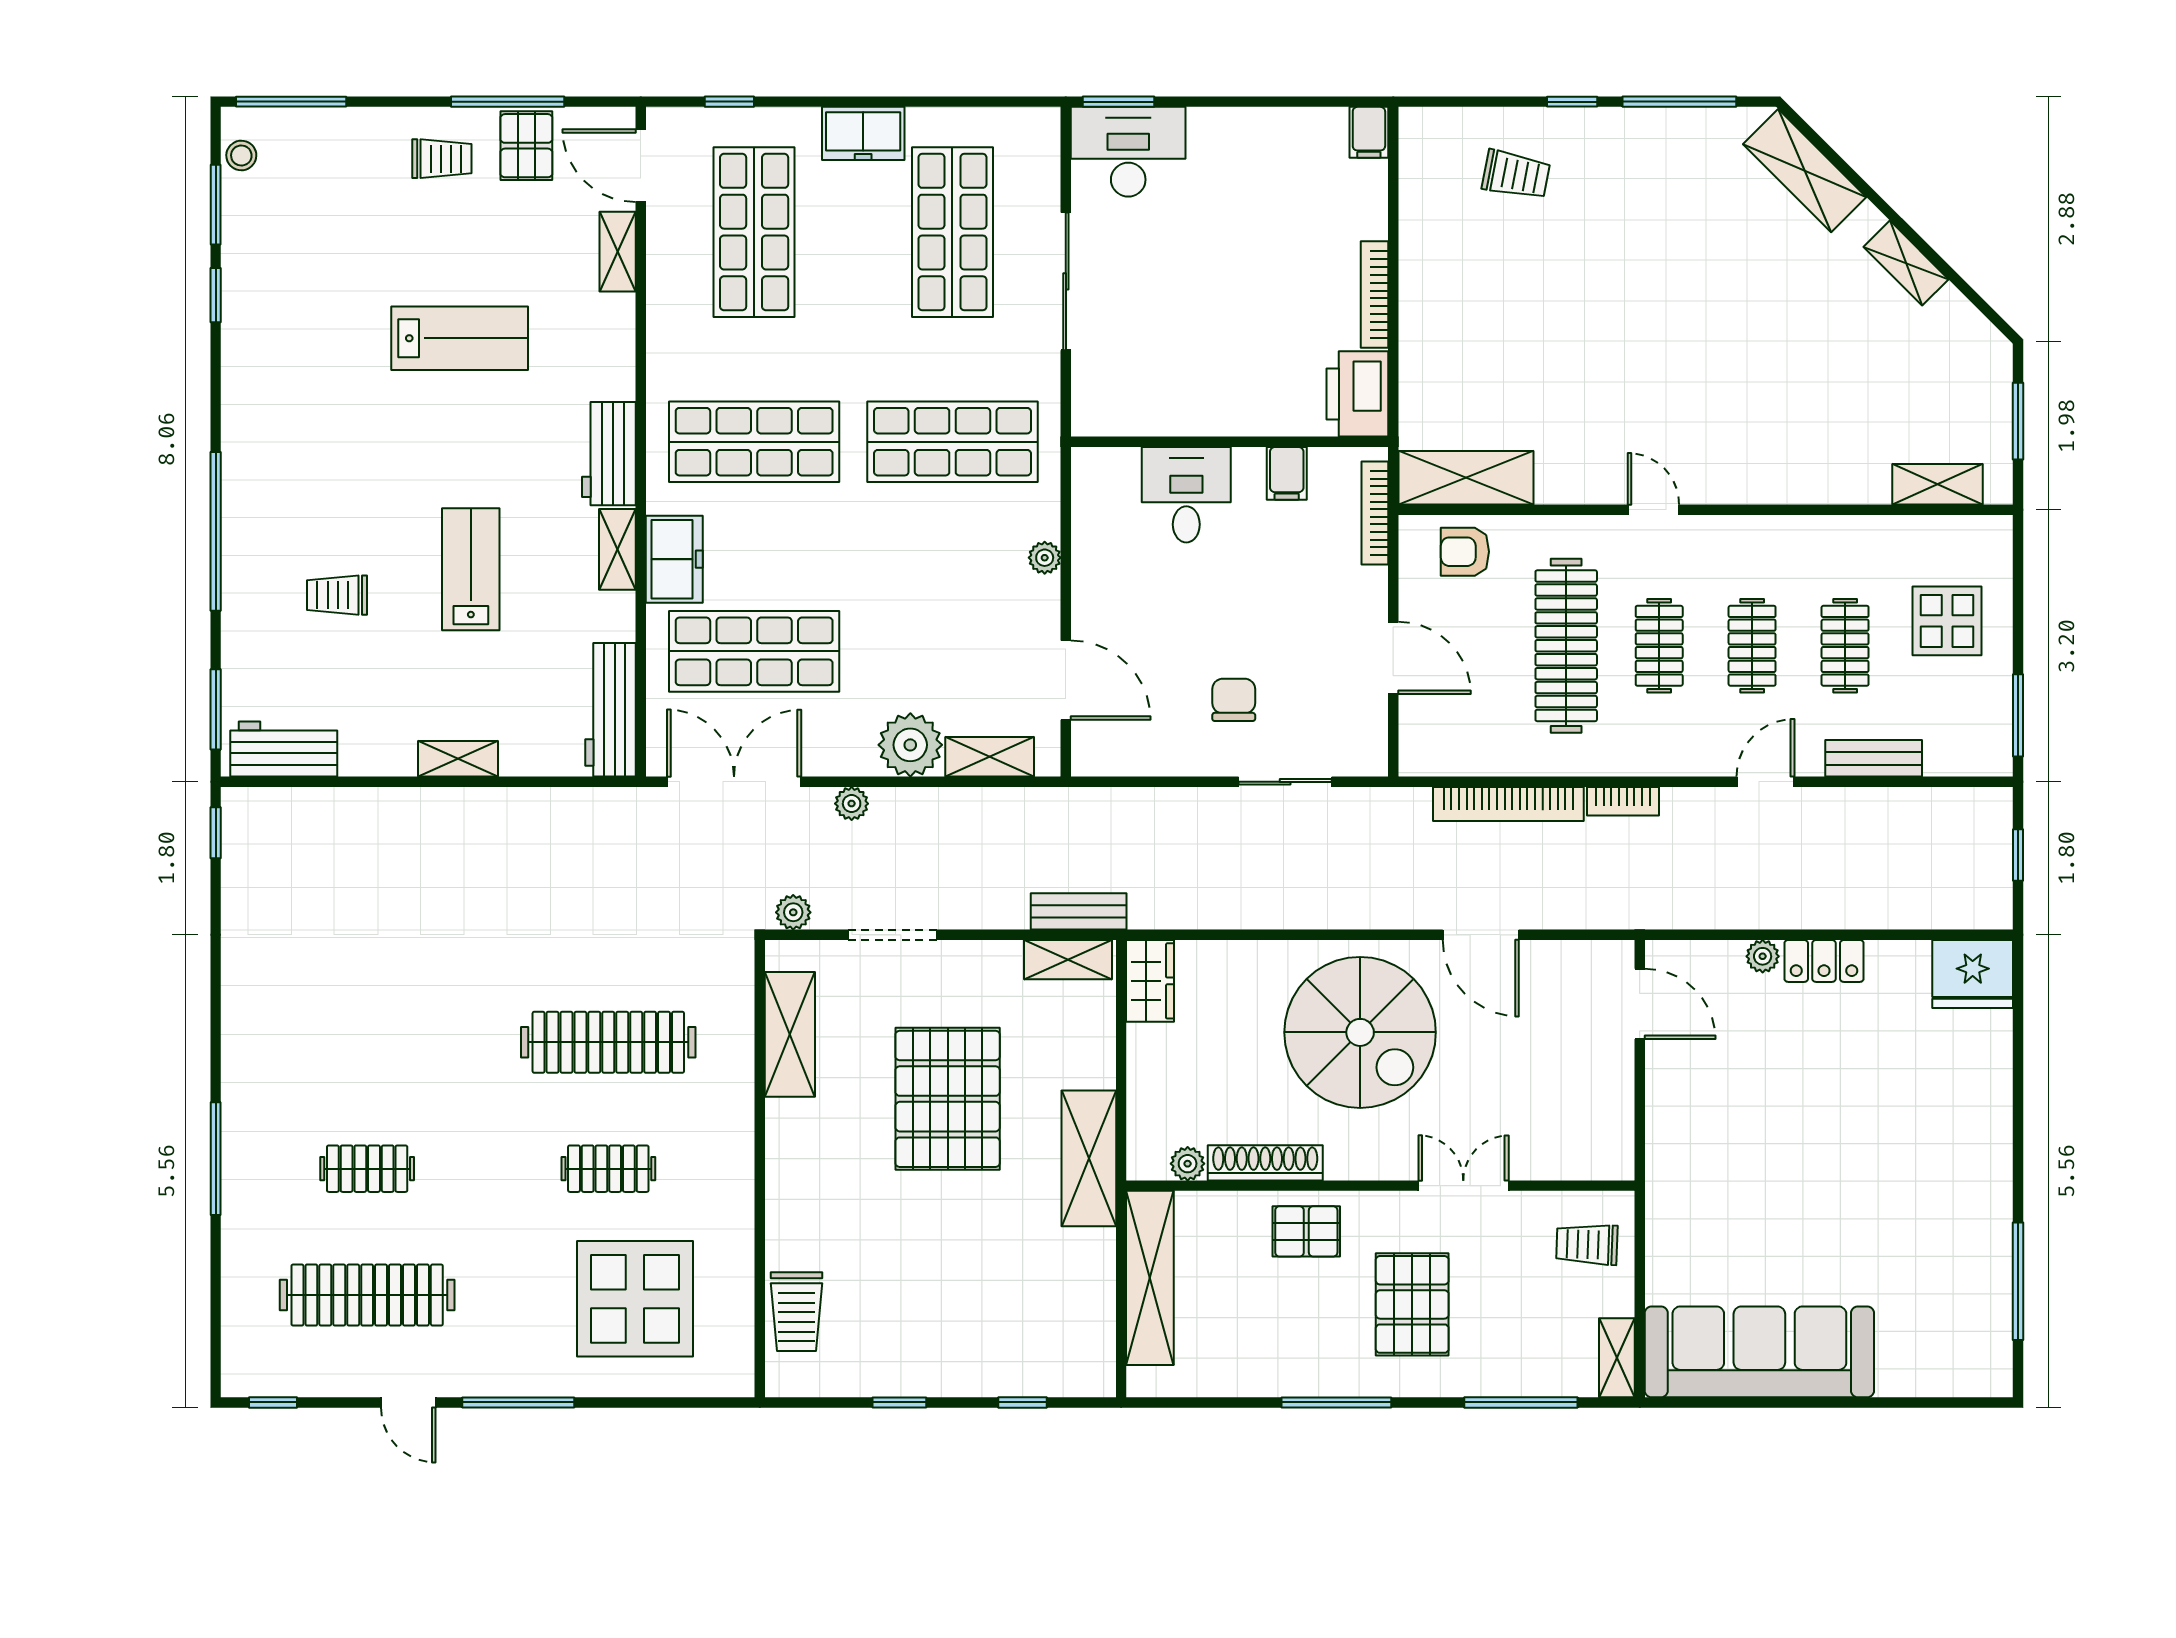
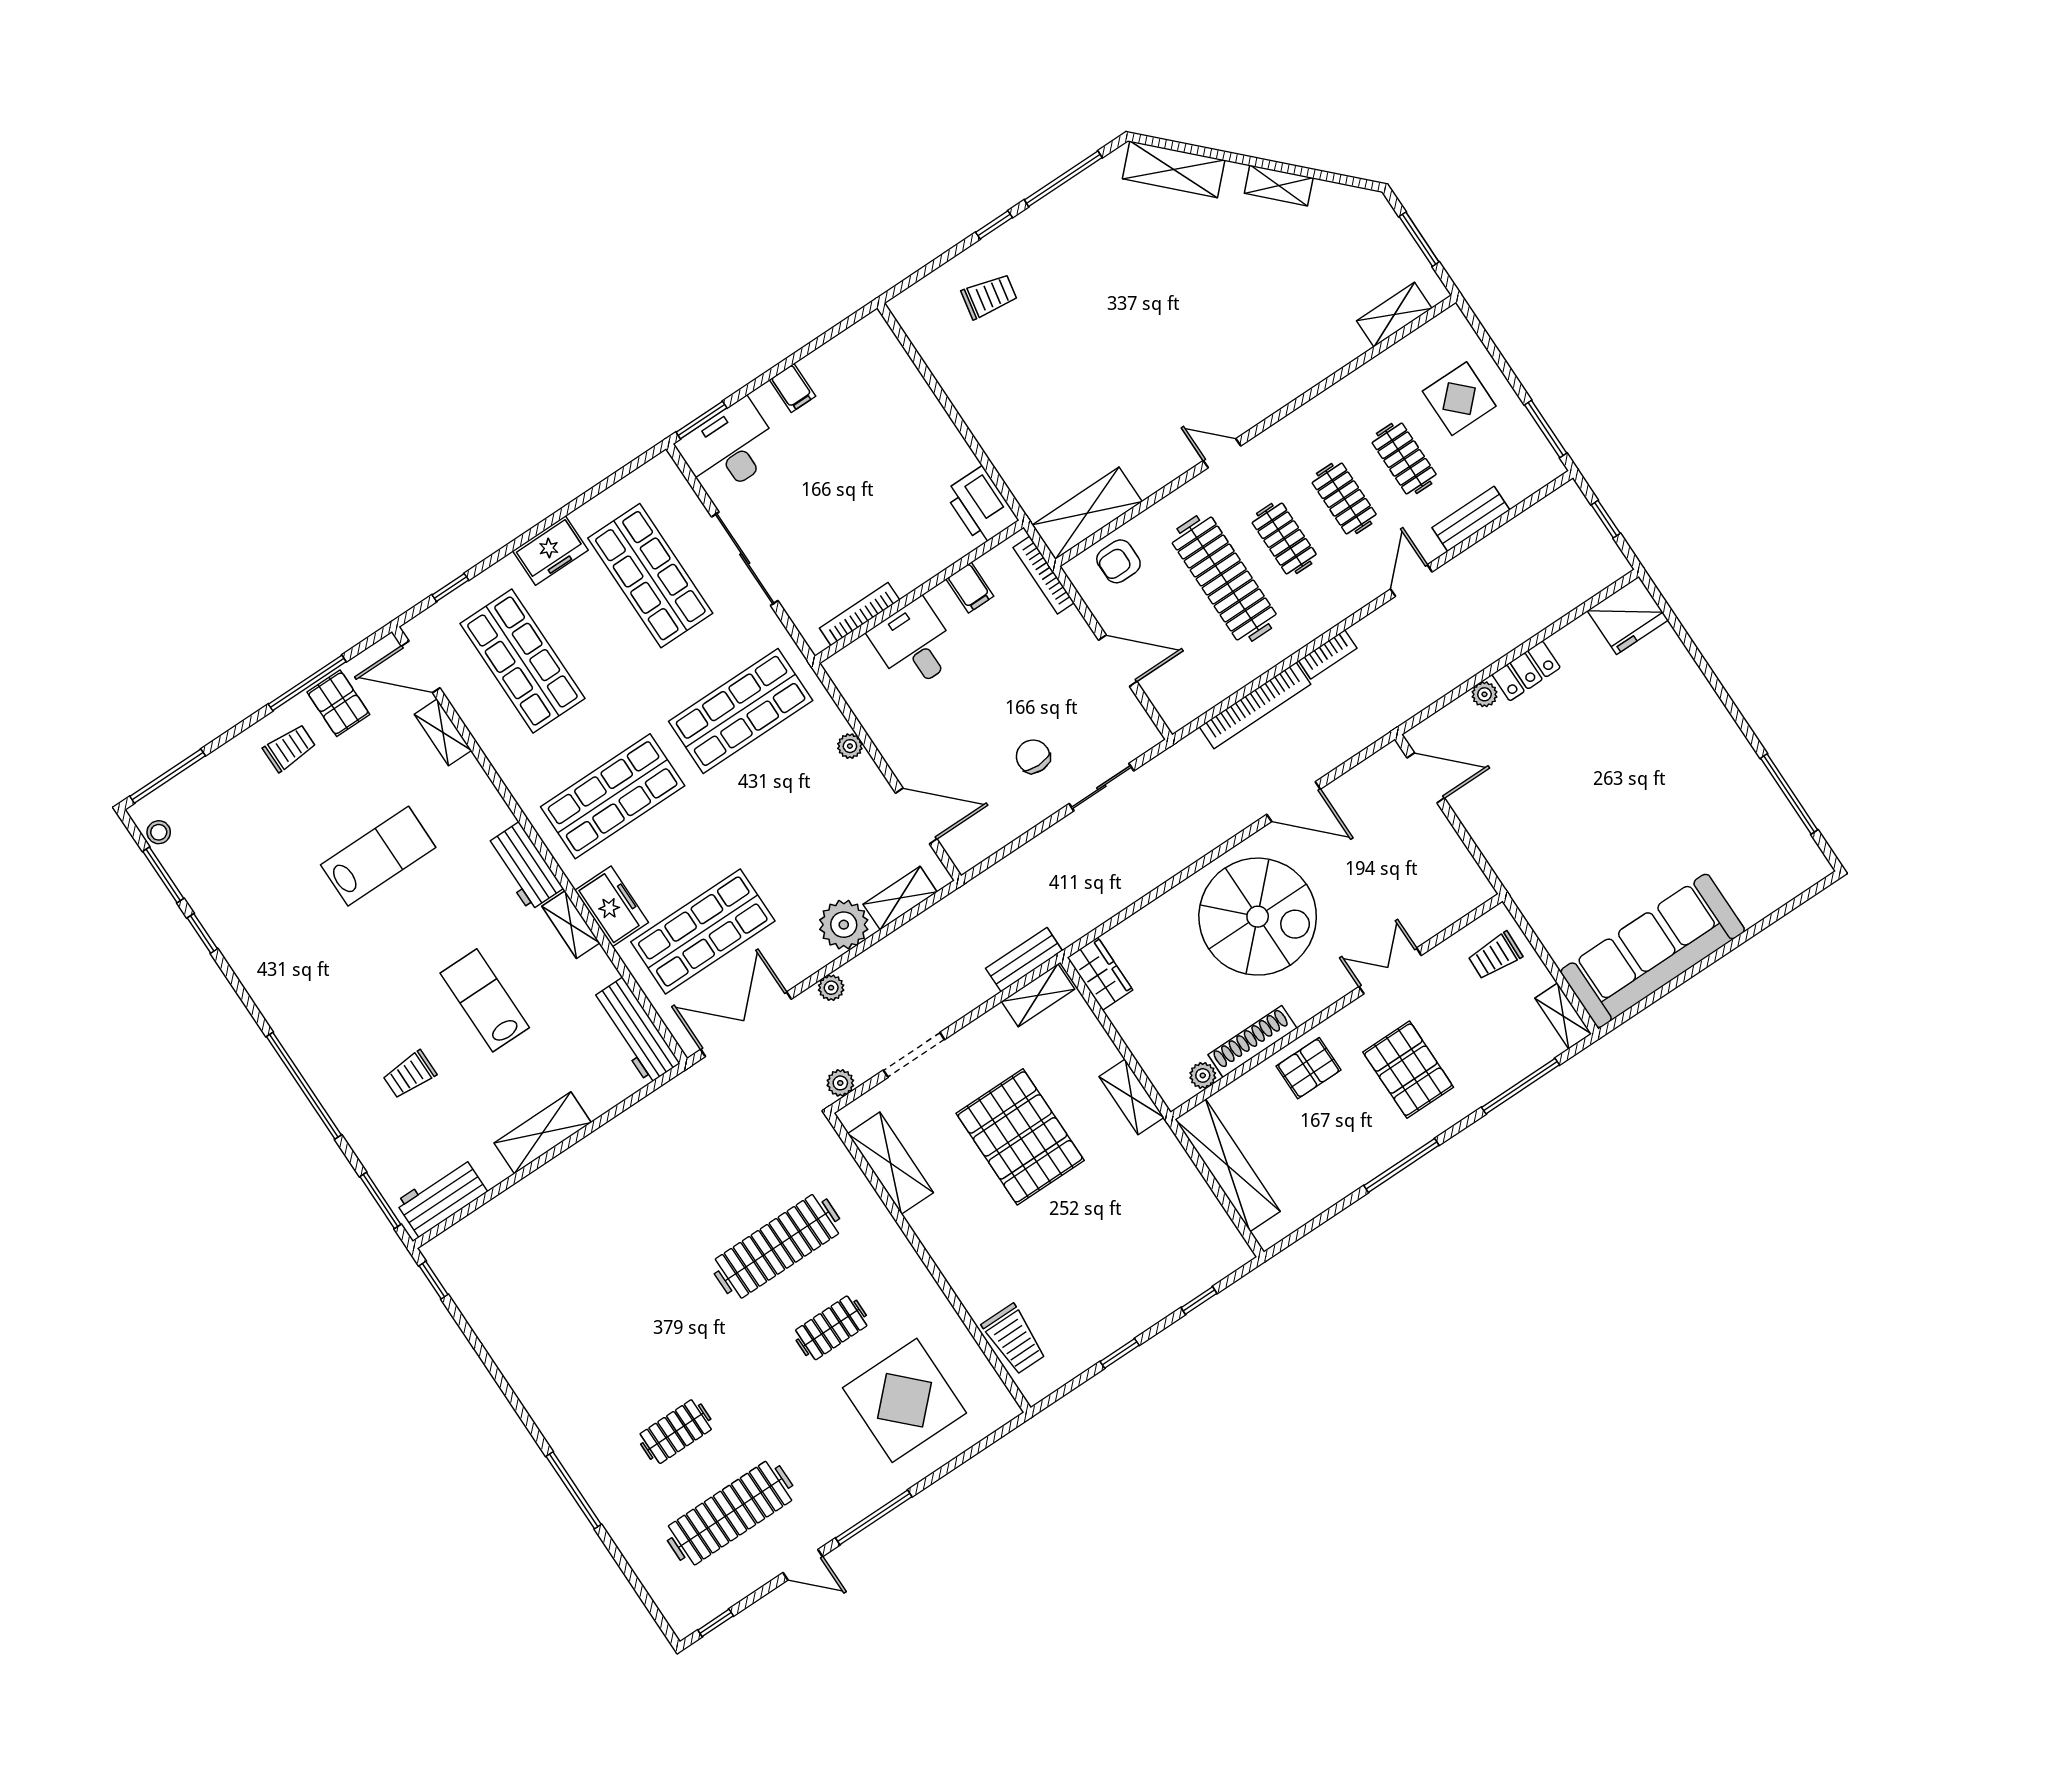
filing cabinet: (1369, 132) -> (793, 388), moved
bookcase: (1374, 294) -> (860, 614), moved, turned 90
shelving: (458, 759) -> (543, 1133), width x1.50, depth x1.33
shelving: (1089, 1158) -> (1131, 1097), width x0.67, depth x0.75

